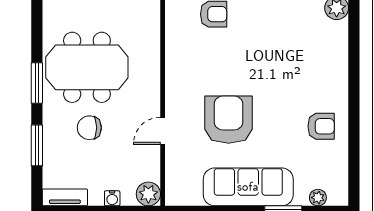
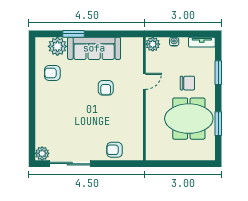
window: (37, 83) -> (218, 124), moved
armchair: (229, 120) -> (106, 88), width x0.53, depth x0.53
armchair: (321, 126) -> (52, 73), moved
plant: (318, 198) -> (57, 46), width x1.88, depth x1.88

